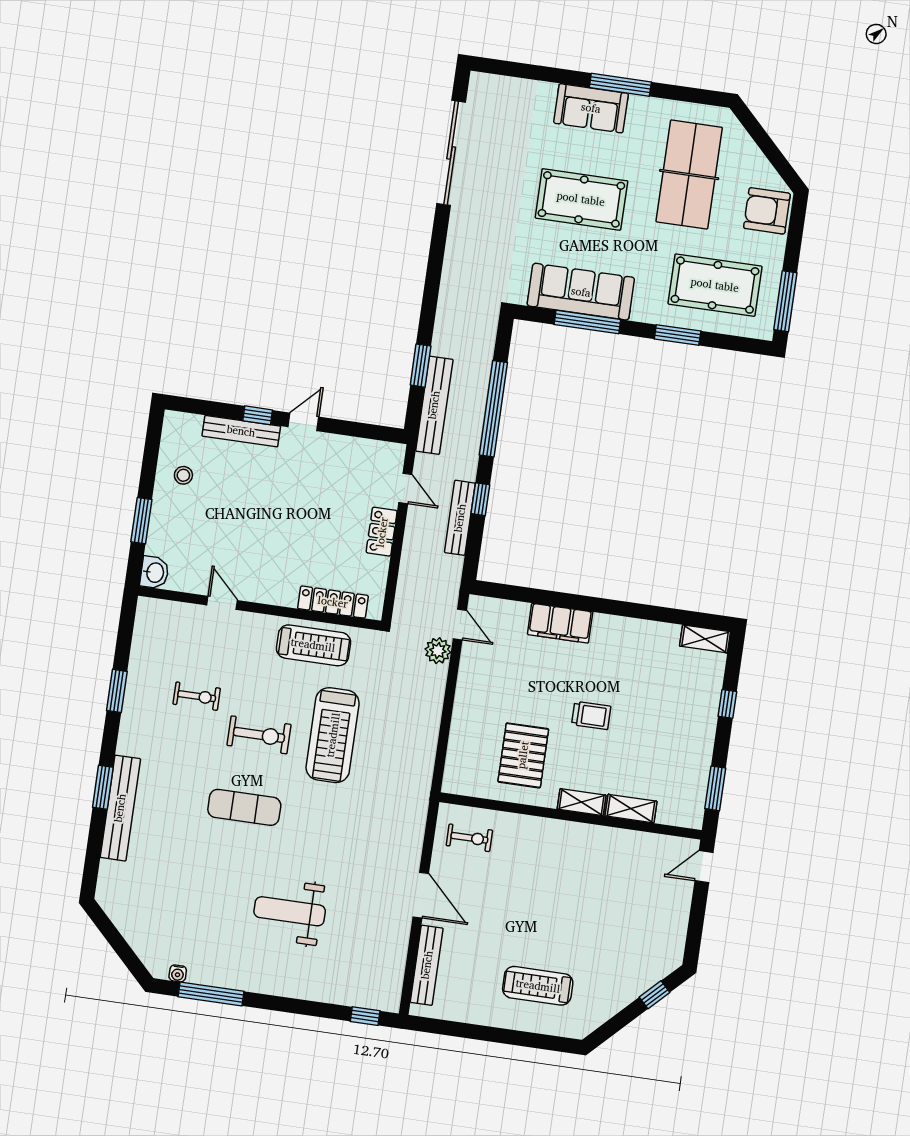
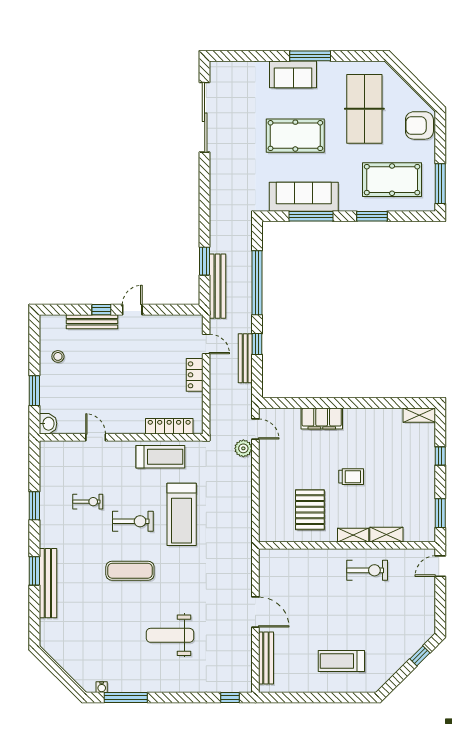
exercise bike: (469, 838) -> (367, 570), moved, width x1.38, depth x1.39

